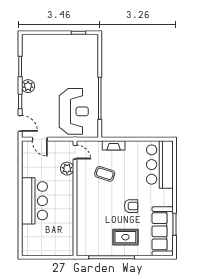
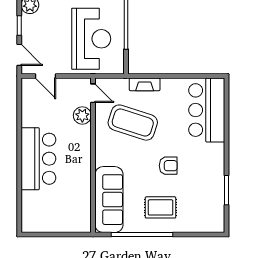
coffee table: (105, 174) -> (133, 123), width x1.86, depth x1.72
sofa: (163, 231) -> (109, 200), moved, turned 180

